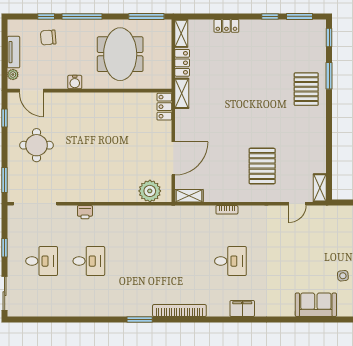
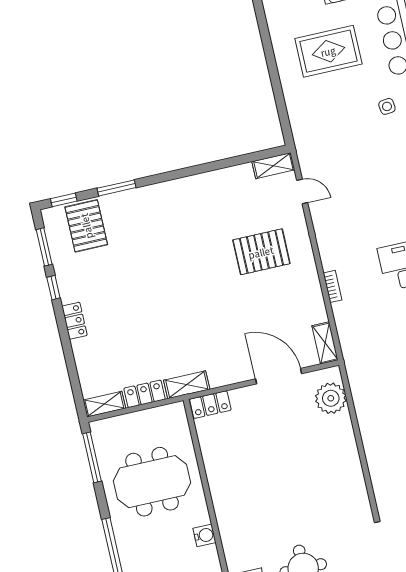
locker: (226, 26) -> (74, 321), moved
pallet: (306, 89) -> (86, 226), moved, turned 90
printer: (85, 212) -> (380, 481), removed

